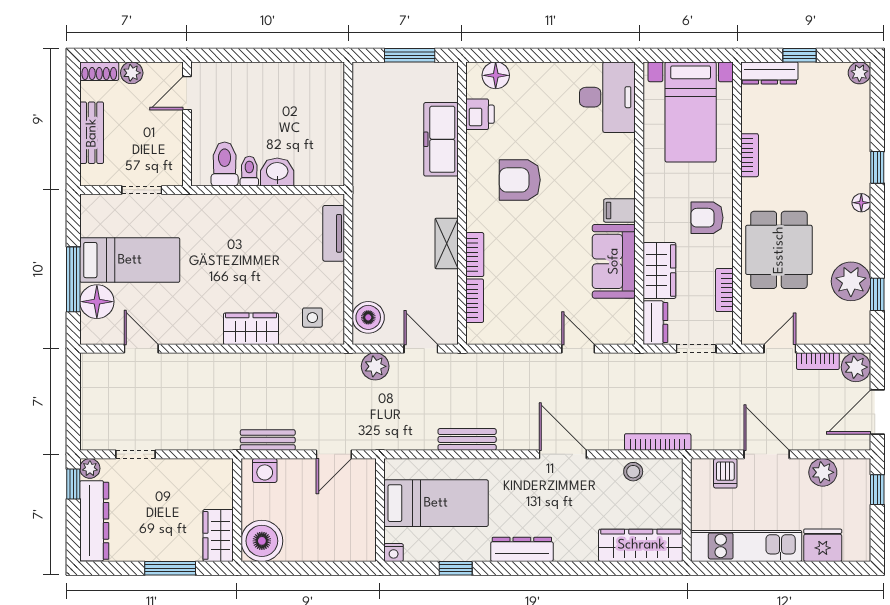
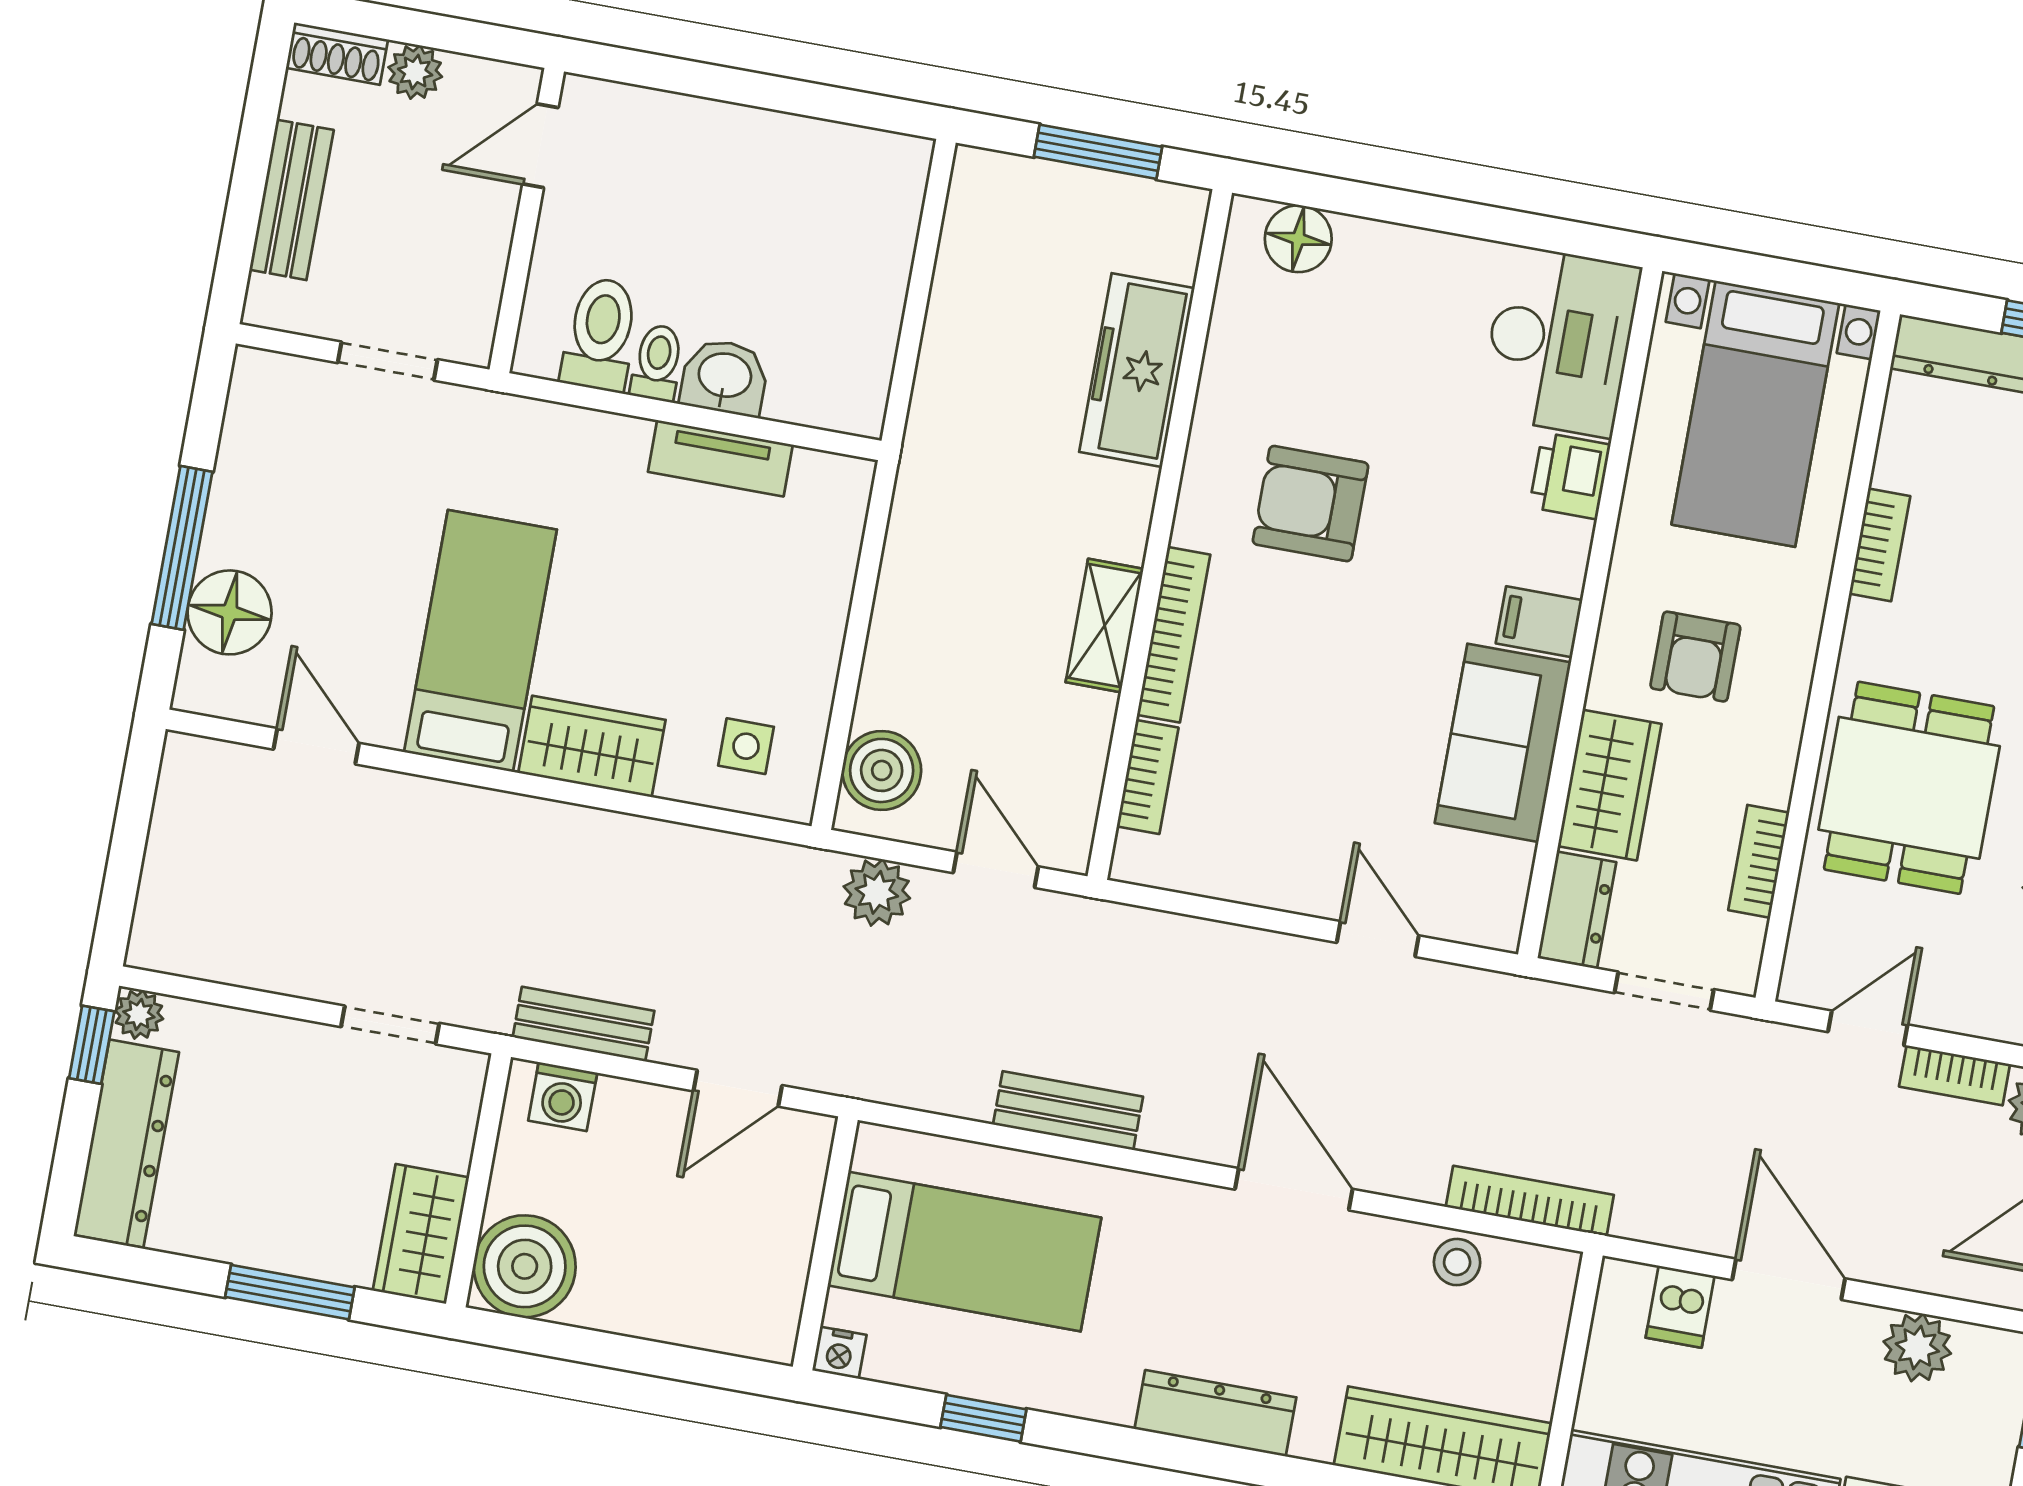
printer: (480, 114) -> (1570, 476), moved, turned 180
armchair: (707, 218) -> (1695, 657), moved, turned -90
tv unit: (334, 233) -> (720, 458), moved, turned -90
bookcase: (475, 255) -> (1174, 635), width x1.56
bed: (130, 260) -> (480, 641), moved, turned -90
doorway: (135, 454) -> (390, 1025), moved
dresser: (522, 549) -> (1215, 1413), moved

